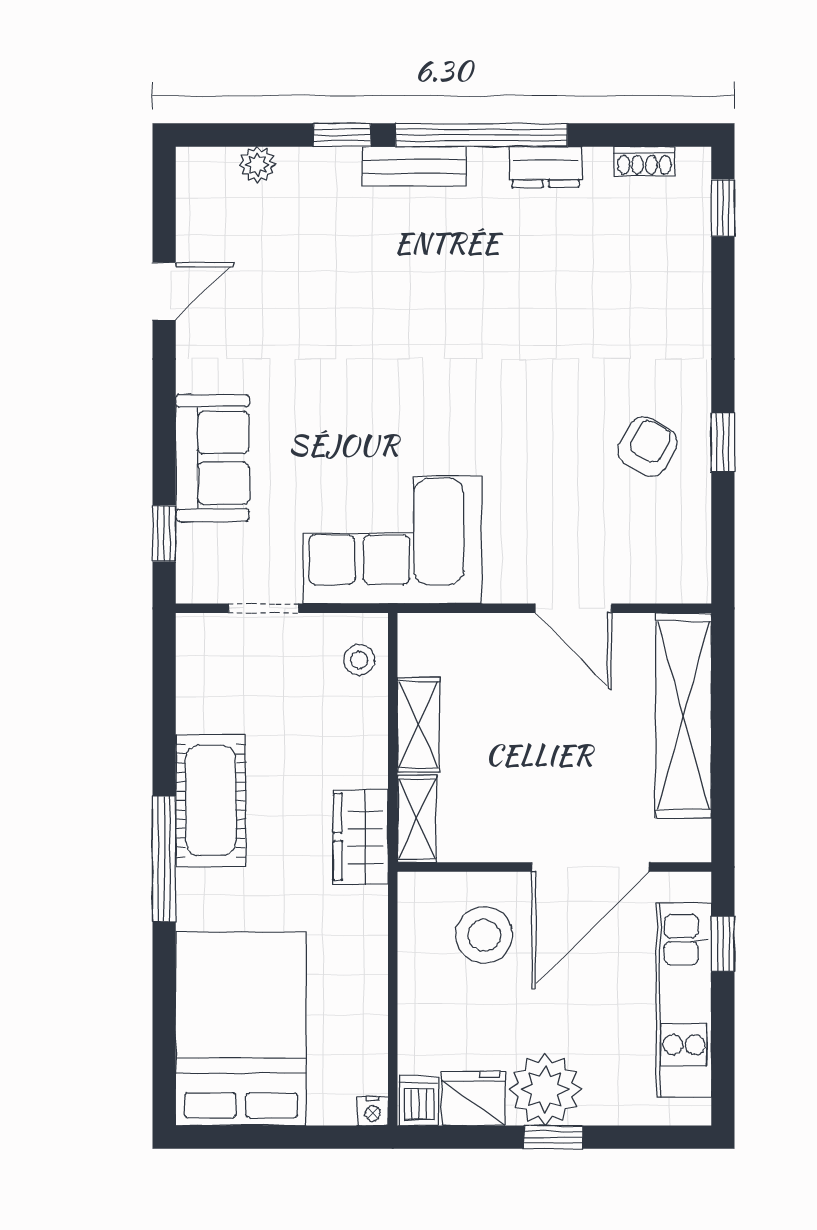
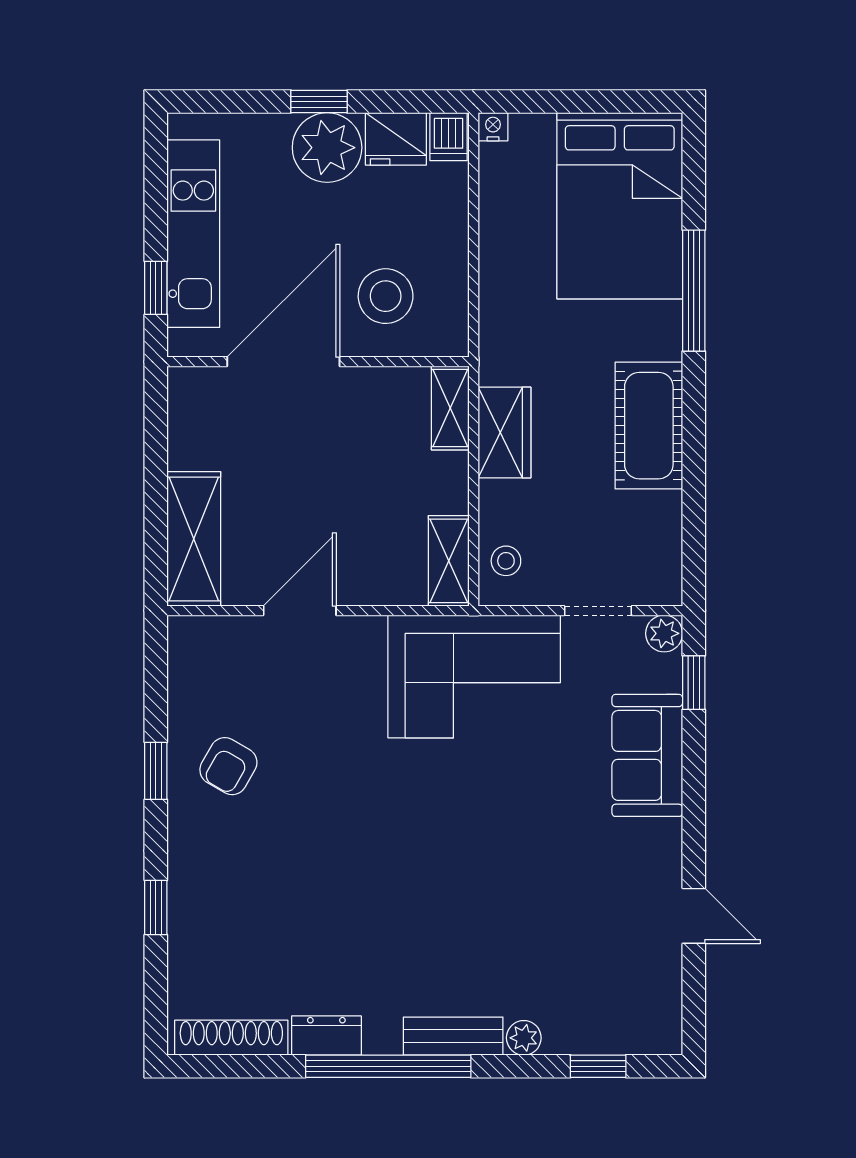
window: (342, 135) -> (598, 1066), moved
shoe rack: (644, 161) -> (231, 1038), width x1.94, depth x1.24
plant: (257, 165) -> (524, 1038), moved
window: (723, 208) -> (156, 908), moved
door: (164, 291) -> (694, 916), swing flipped
plant: (195, 585) -> (664, 633), added
door: (573, 608) -> (300, 611), hinge flipped
shelving: (683, 715) -> (194, 539), width x0.68
shelving: (419, 725) -> (449, 561), moved
wardrobe: (361, 837) -> (504, 433), moved
window: (164, 859) -> (694, 291), moved

